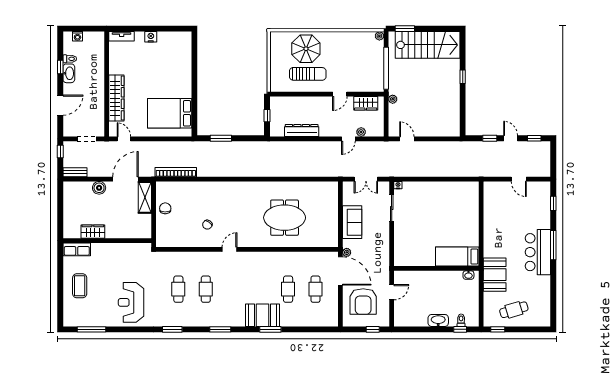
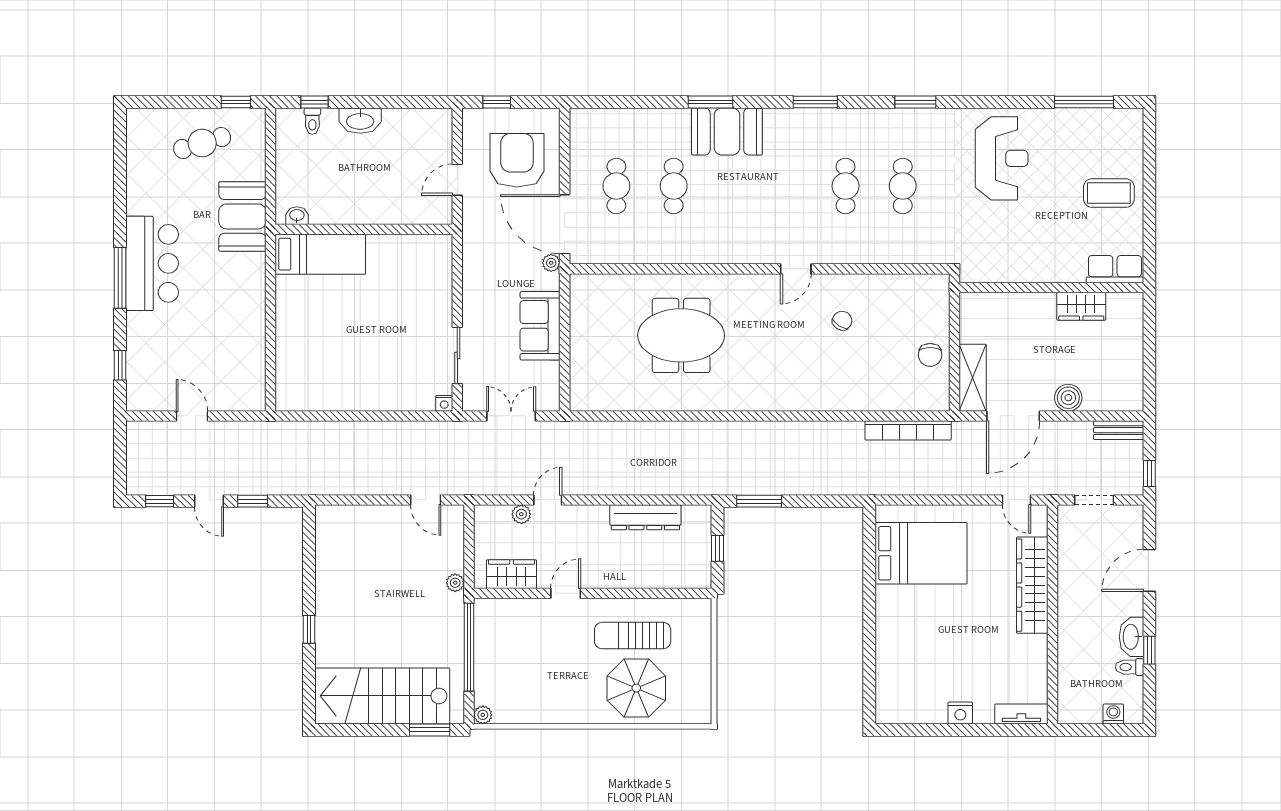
window: (221, 138) -> (759, 501), moved
coffee table: (80, 286) -> (1109, 193), turned 90

